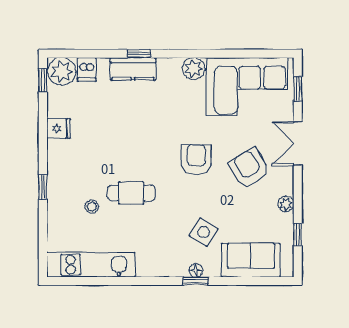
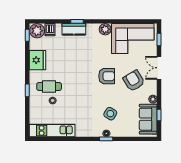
fridge: (59, 129) -> (37, 60), width x1.88, depth x1.34
armchair: (196, 159) -> (107, 76), turned 90
cafe table: (131, 193) -> (49, 87), moved
sofa: (251, 260) -> (148, 119), moved, turned -90

